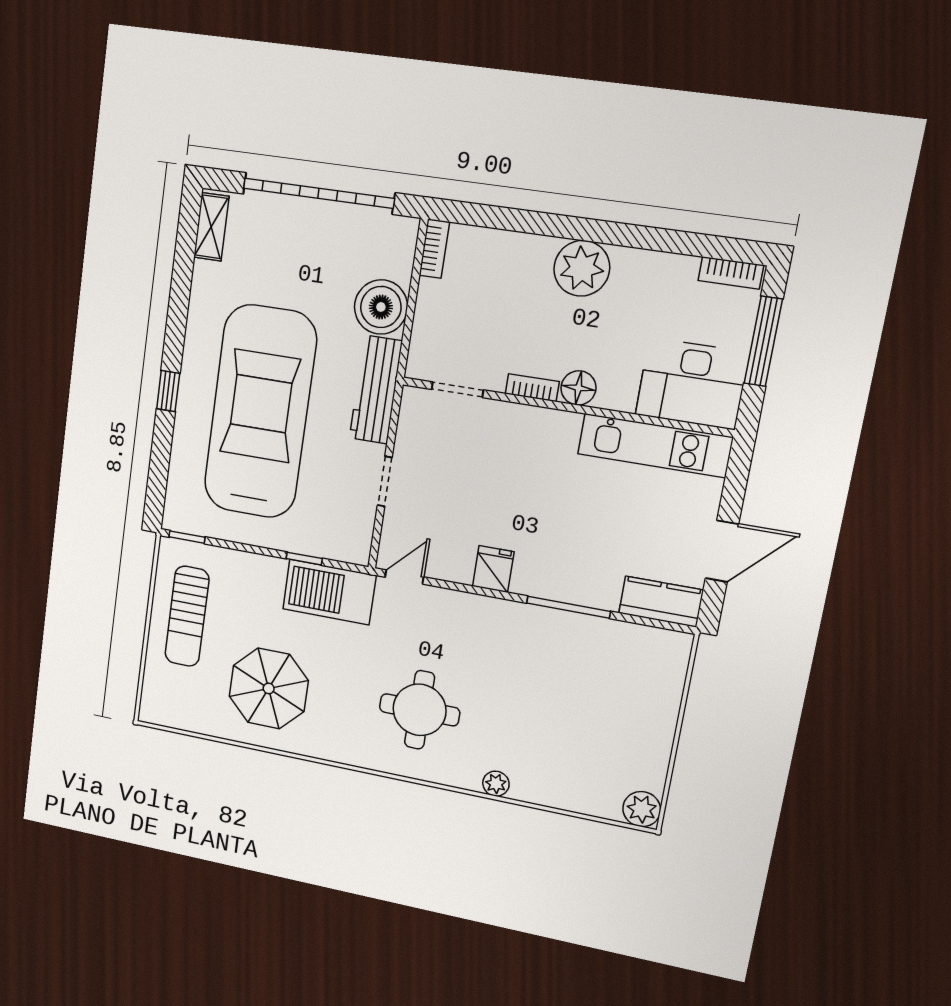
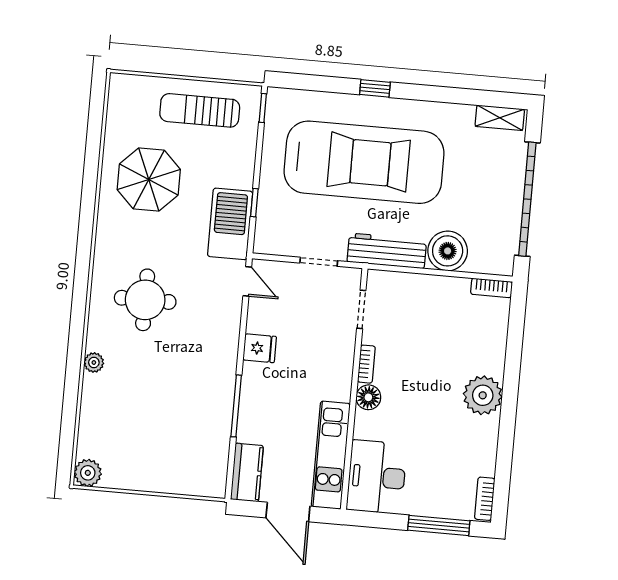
desk: (692, 384) -> (377, 477), moved
bookcase: (532, 388) -> (366, 364), moved
floor lamp: (578, 388) -> (368, 397), moved
doorway: (457, 390) -> (361, 309), moved
wall: (565, 407) -> (354, 389), moved
kitchen unit: (655, 446) -> (331, 455), moved

